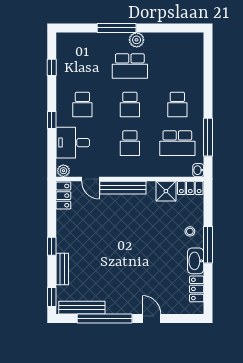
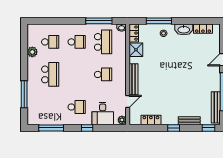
window: (117, 28) -> (24, 94), moved
plant: (137, 40) -> (32, 52), moved
window: (52, 67) -> (51, 128), width x2.17
school desk: (130, 105) -> (50, 42), moved
locker: (63, 196) -> (151, 120), moved
window: (208, 245) -> (159, 21), moved

